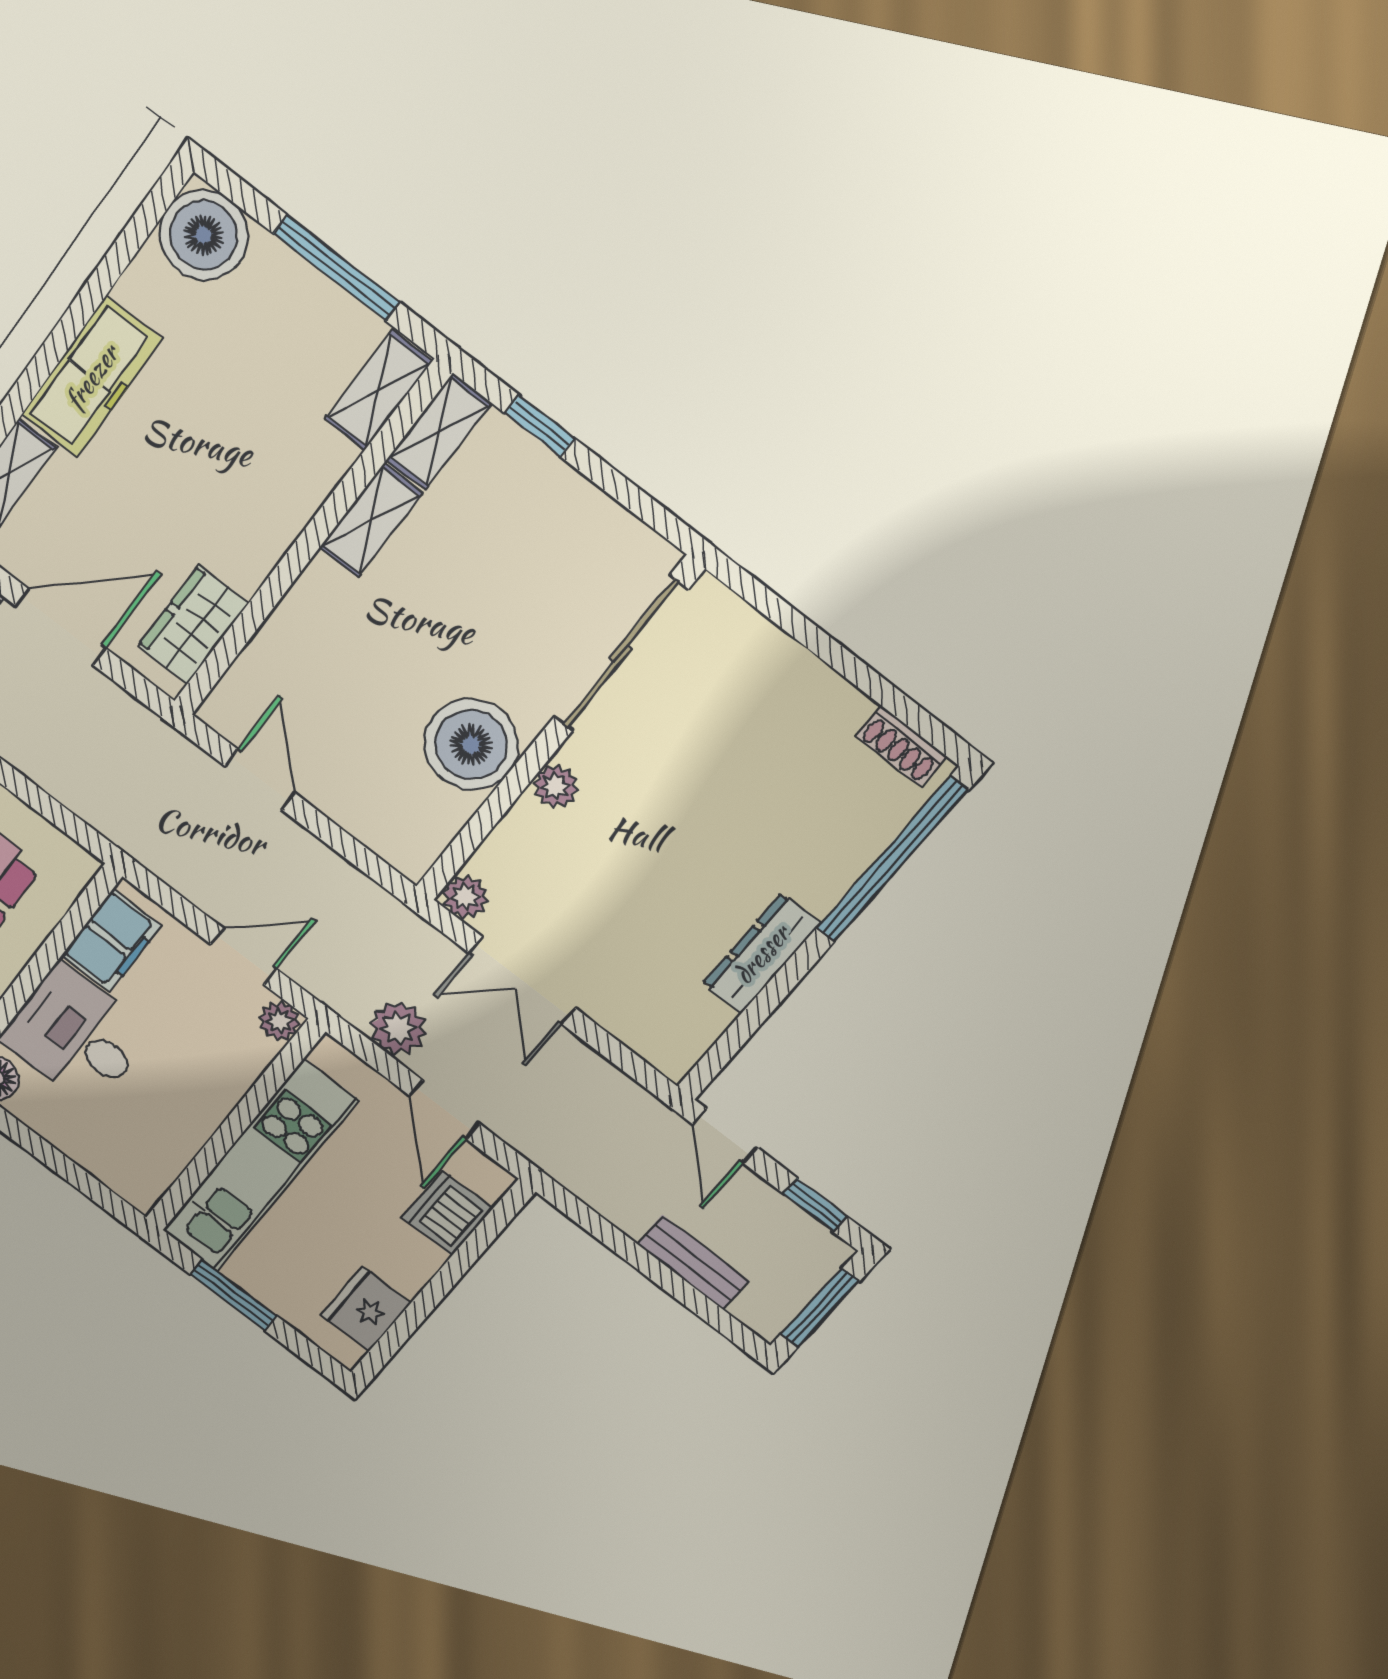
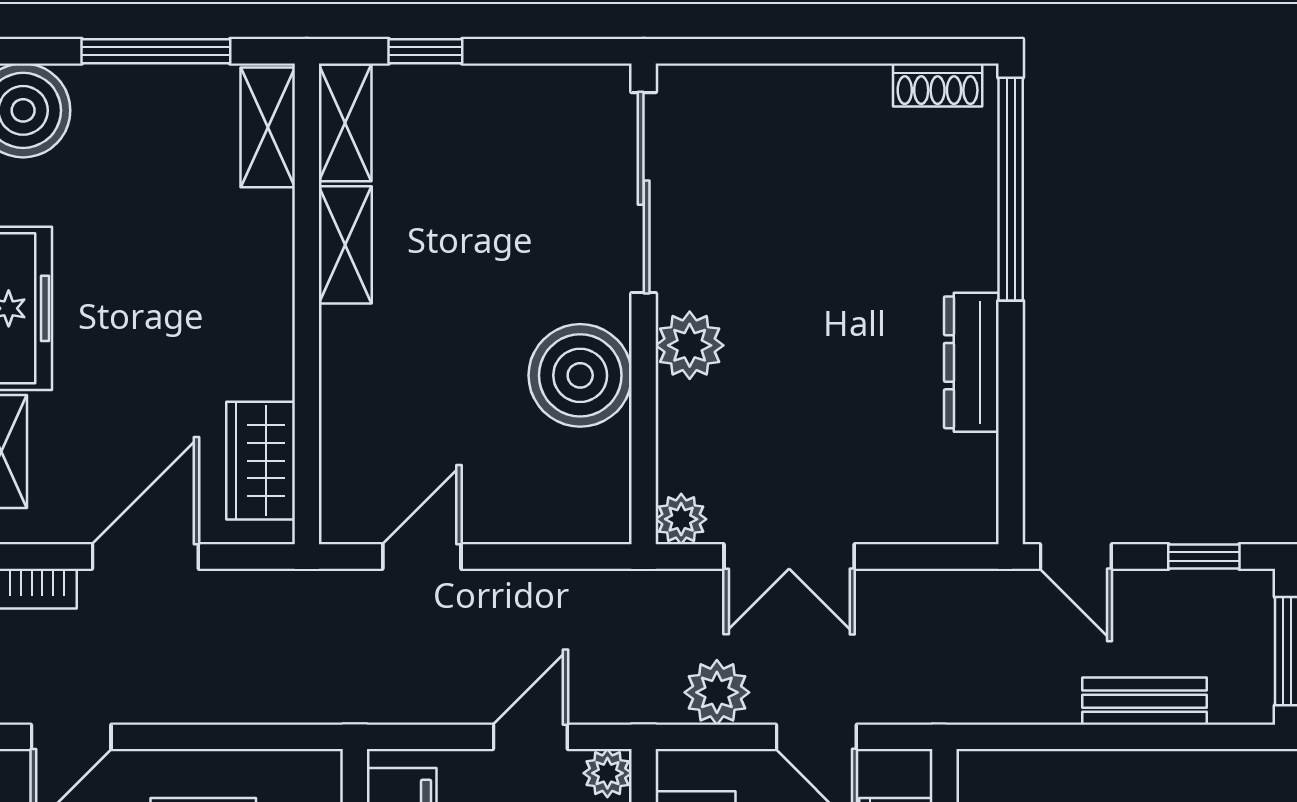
door: (260, 779) -> (422, 556), hinge flipped
plant: (555, 786) -> (690, 345), width x1.38, depth x1.38

